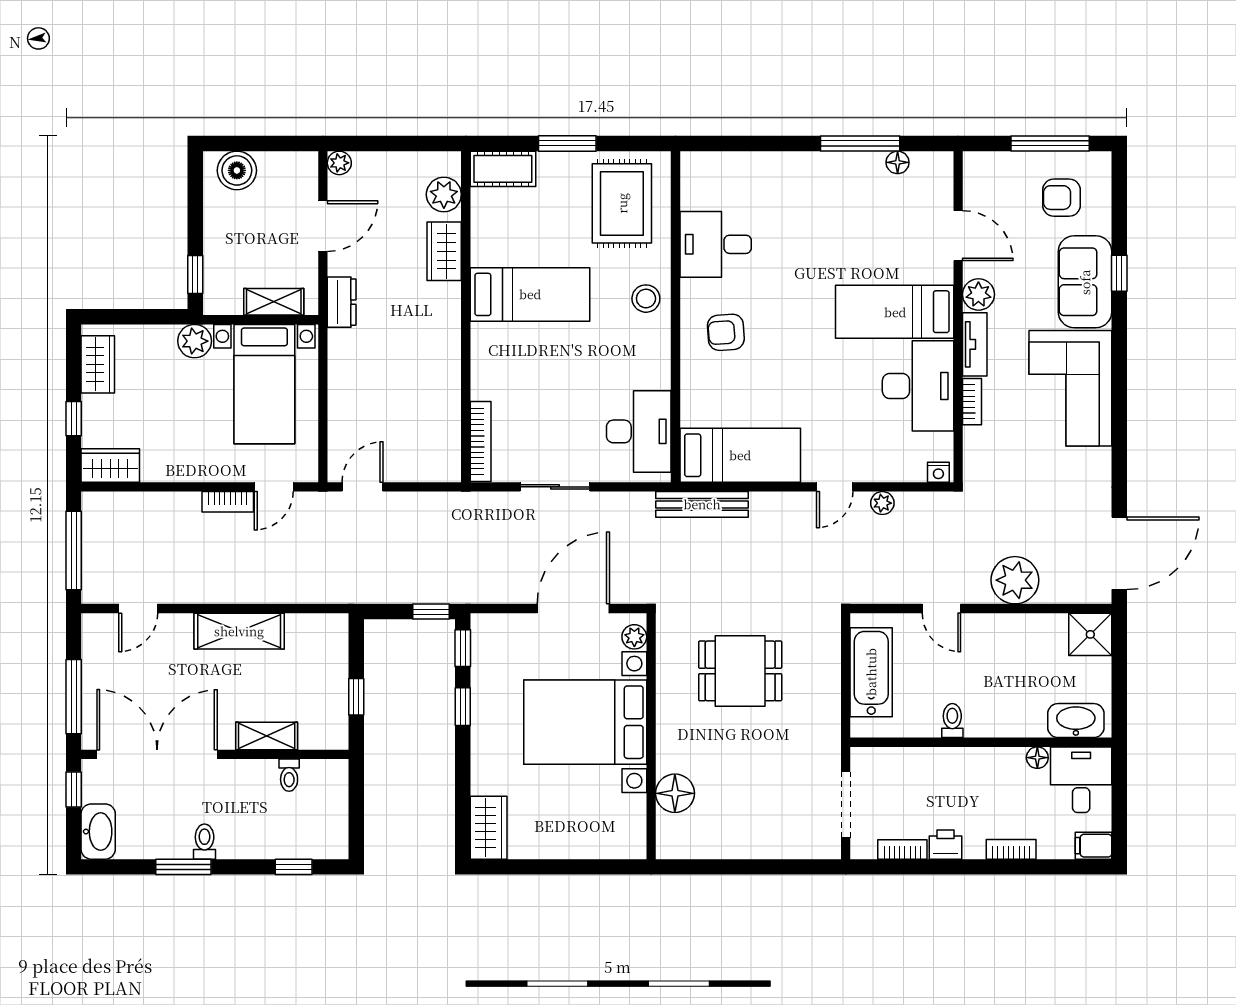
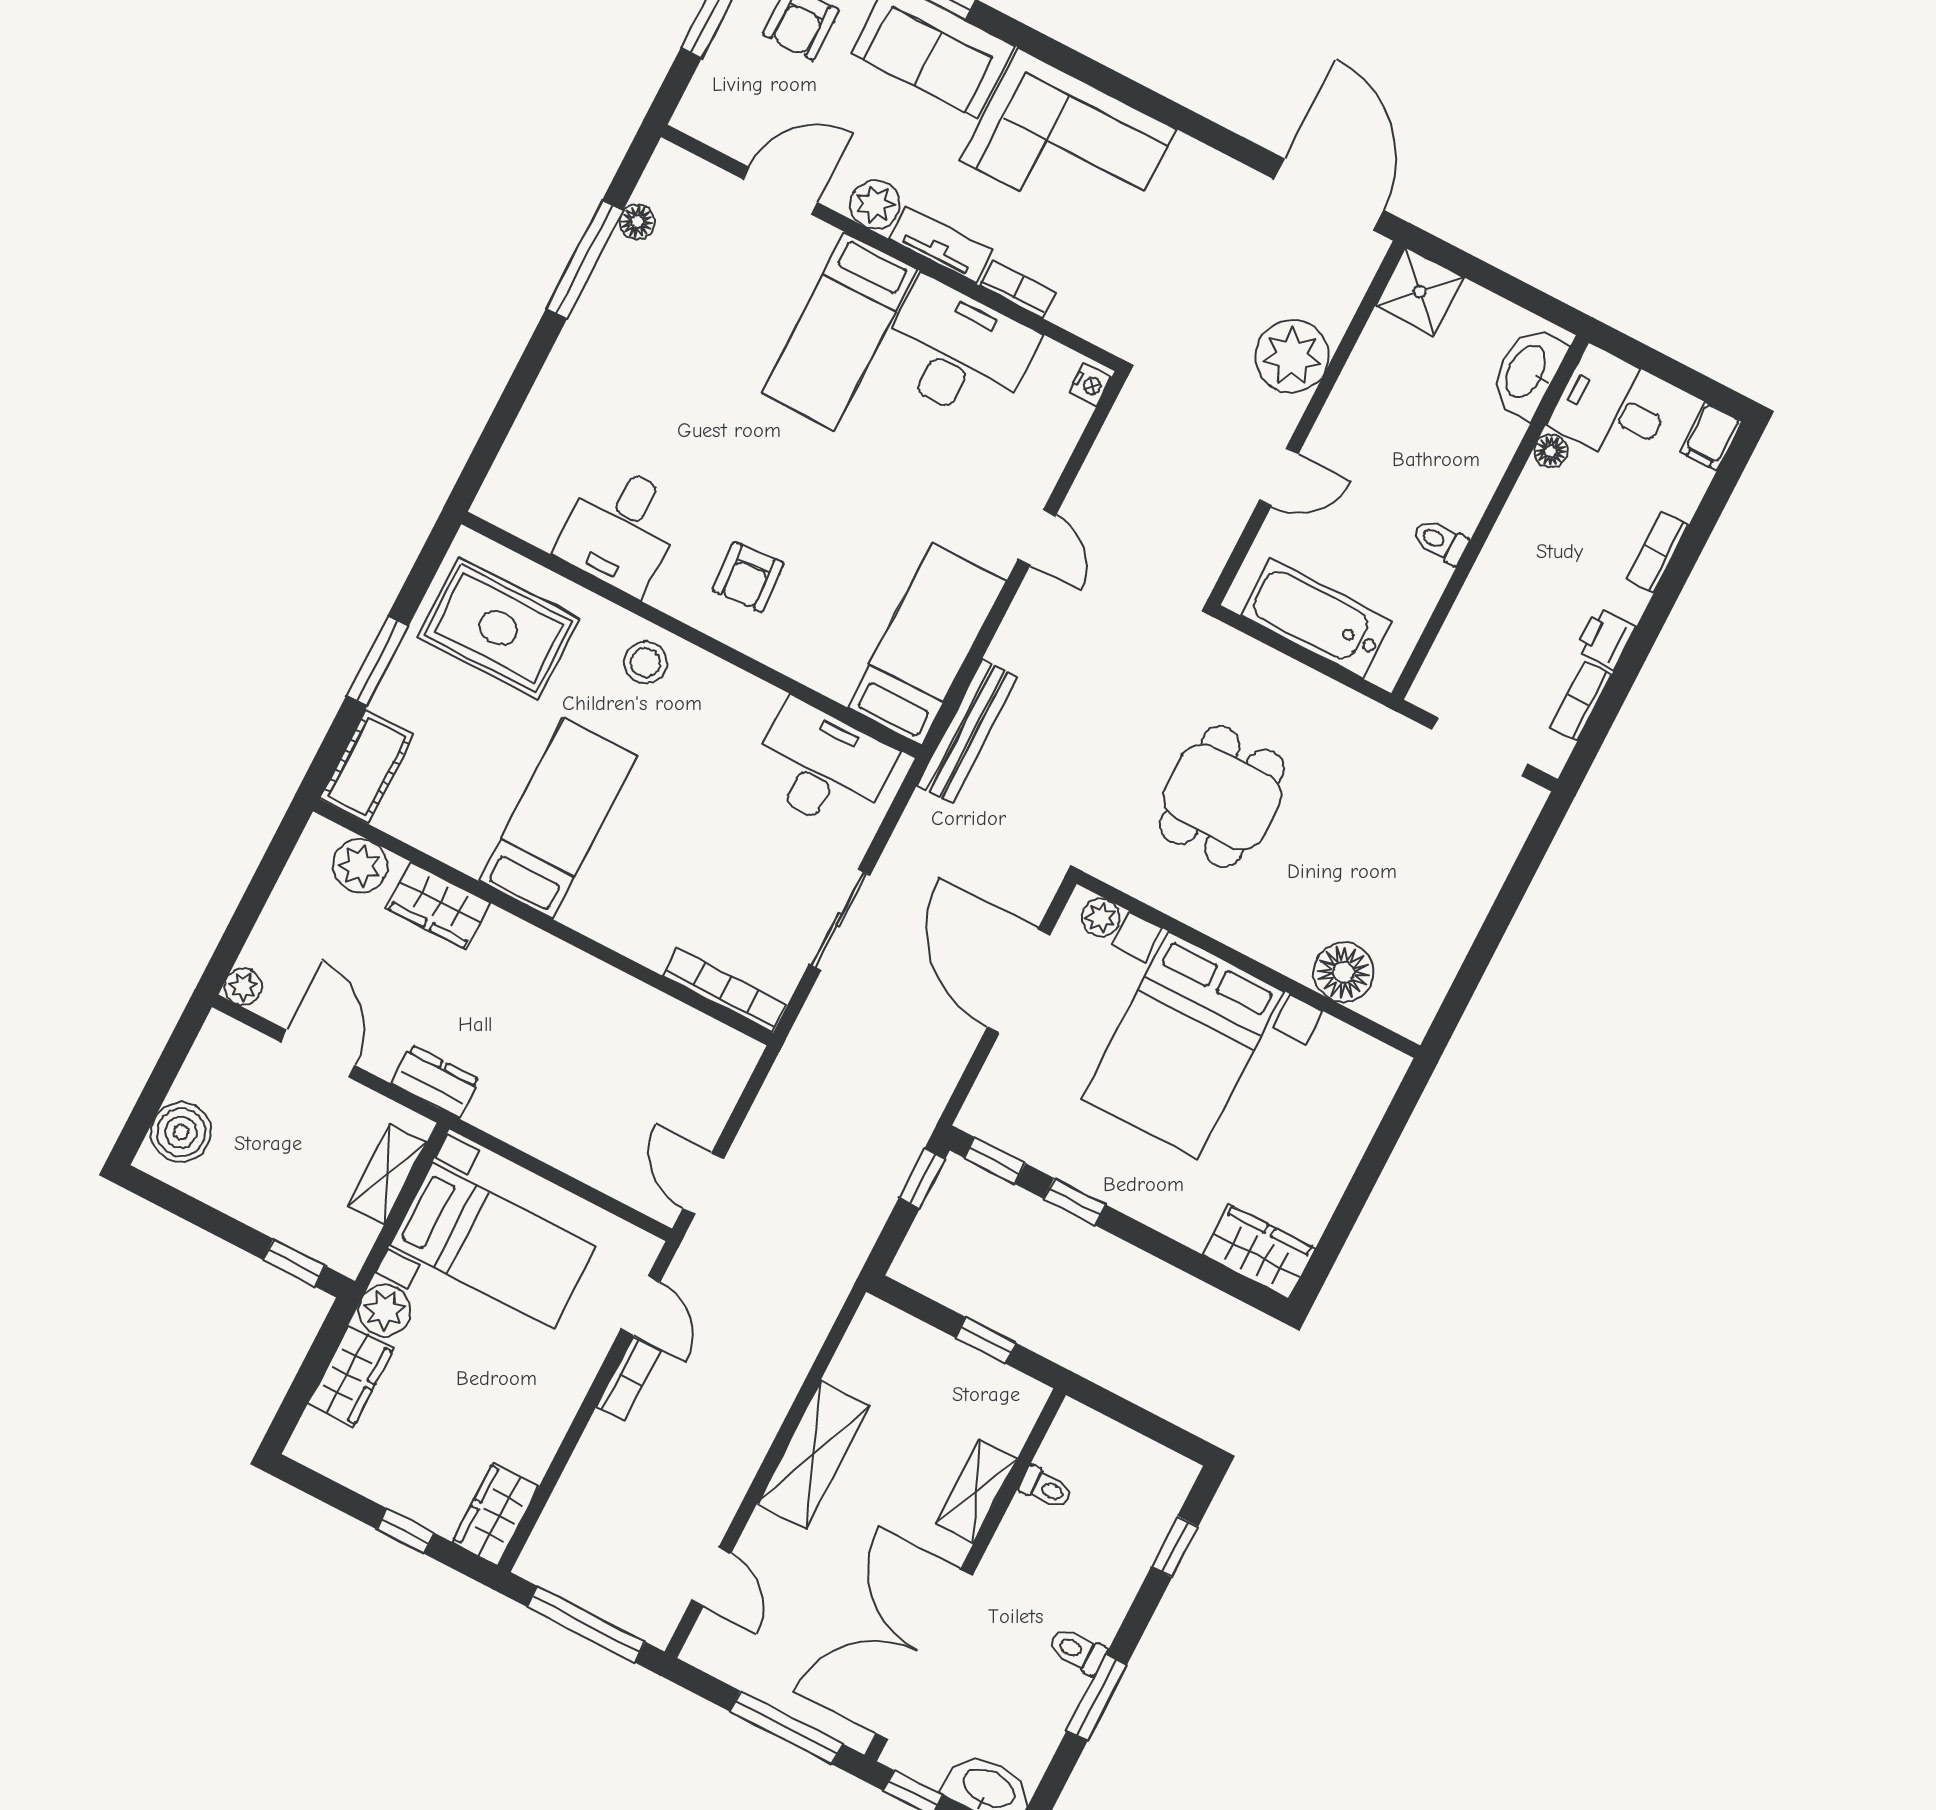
wardrobe: (98, 364) -> (351, 1376), moved, turned 90
plant: (882, 503) -> (1093, 483), removed

